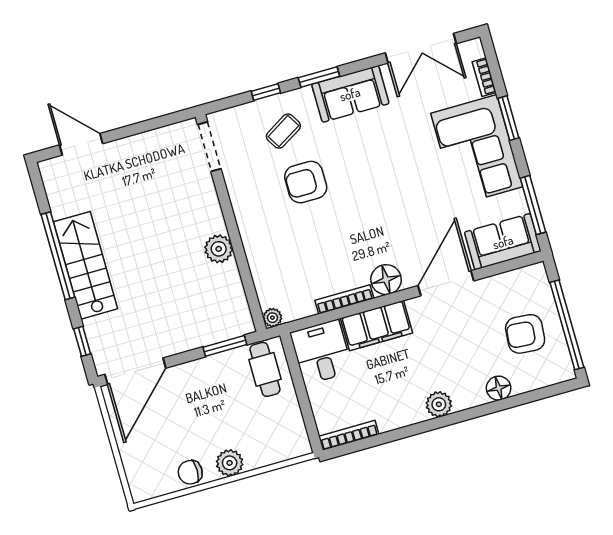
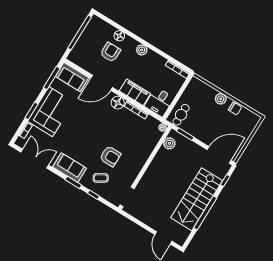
plant: (219, 249) -> (169, 143), moved
stairs: (85, 265) -> (197, 199), width x1.36, depth x1.51
armchair: (525, 334) -> (110, 52), moved, turned -95

